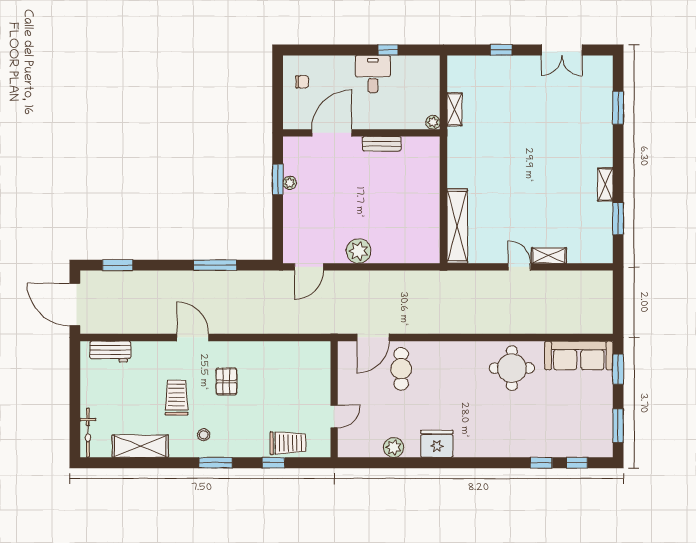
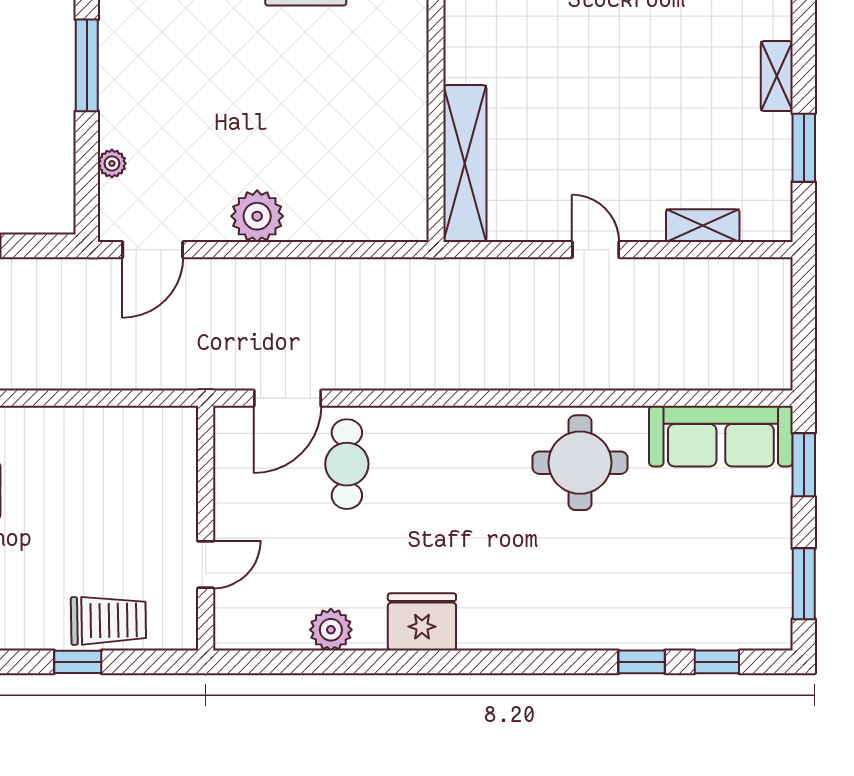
window: (278, 179) -> (87, 65), width x1.44
plant: (290, 183) -> (112, 163), moved
shelving: (549, 256) -> (703, 226), moved

